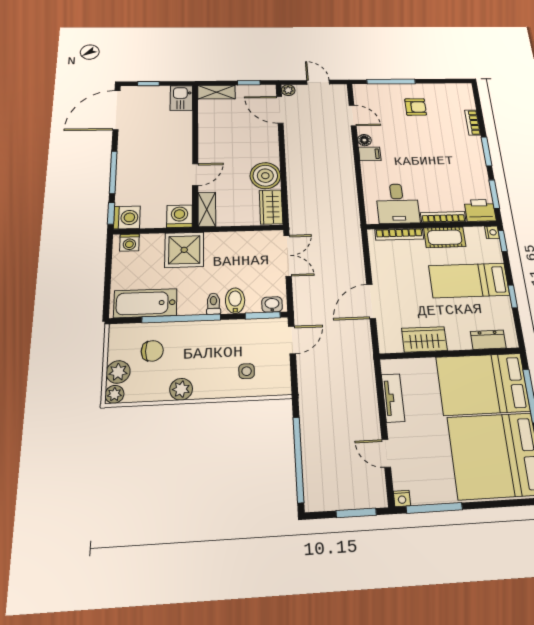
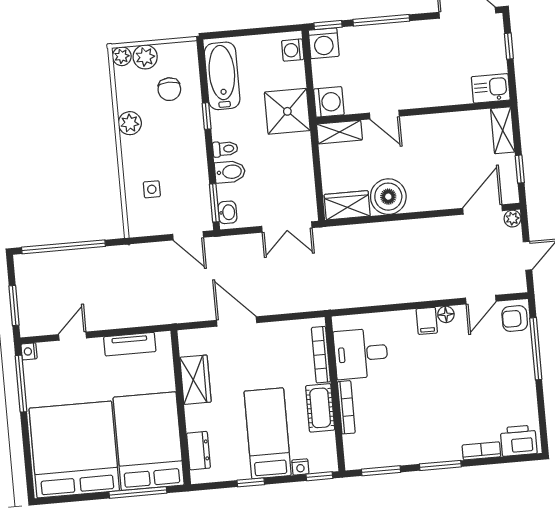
armchair: (416, 107) -> (515, 319), moved, turned 90
printer: (480, 210) -> (519, 441), moved, turned -90
nightstand: (492, 232) -> (300, 467), moved
window: (181, 318) -> (207, 116), width x0.32

